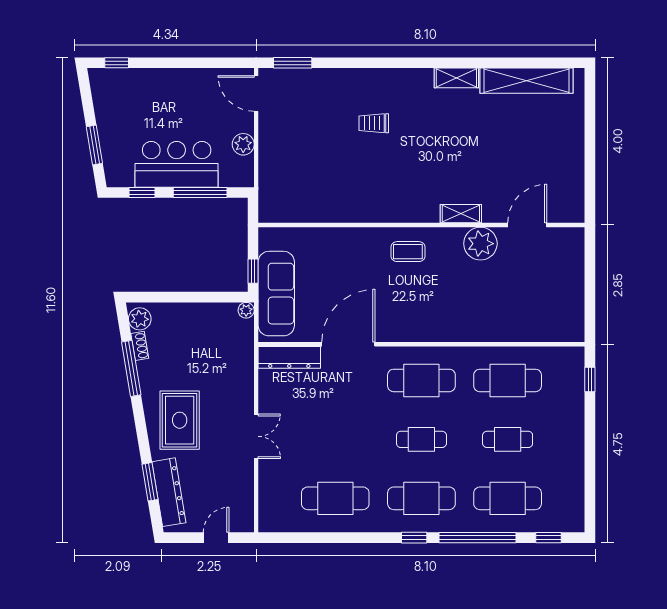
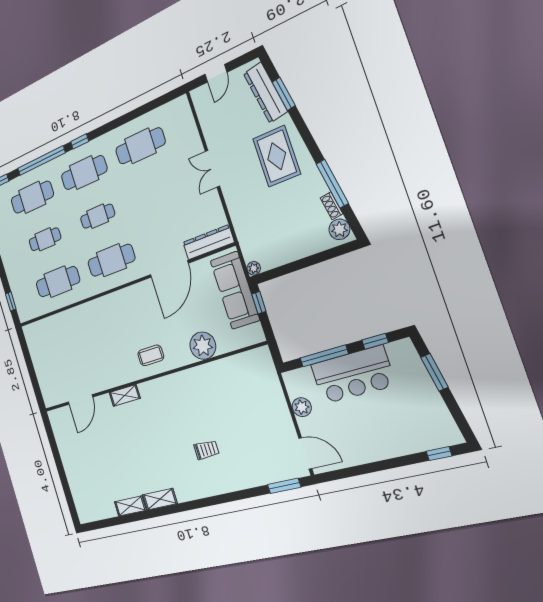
shelving: (527, 81) -> (130, 506), width x0.45, depth x0.75
plant: (480, 244) -> (203, 346), moved

